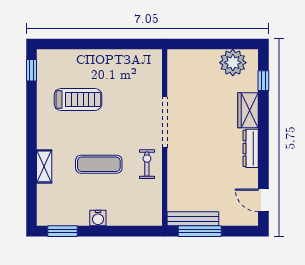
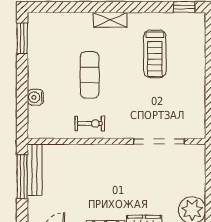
doorway: (165, 122) -> (159, 141), moved
shelving: (44, 166) -> (110, 20), moved
water cooler: (98, 218) -> (35, 97), moved

